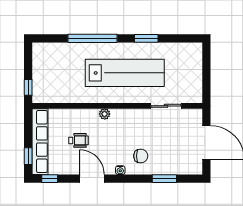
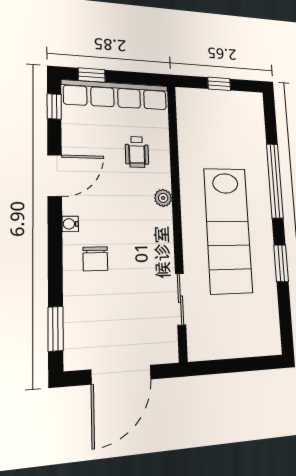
window: (28, 87) -> (219, 84), moved
wheelchair: (78, 140) -> (137, 152), moved
window: (164, 179) -> (56, 329), moved

